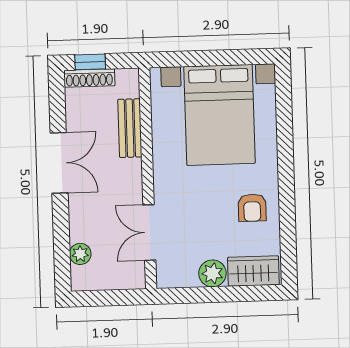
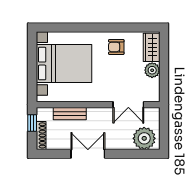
window: (90, 62) -> (32, 123), moved
armchair: (252, 208) -> (116, 47), turned 180
plant: (80, 254) -> (144, 138), width x1.88, depth x1.88

